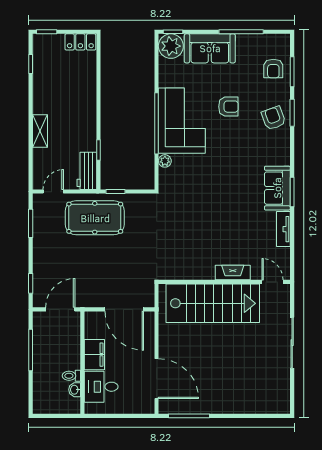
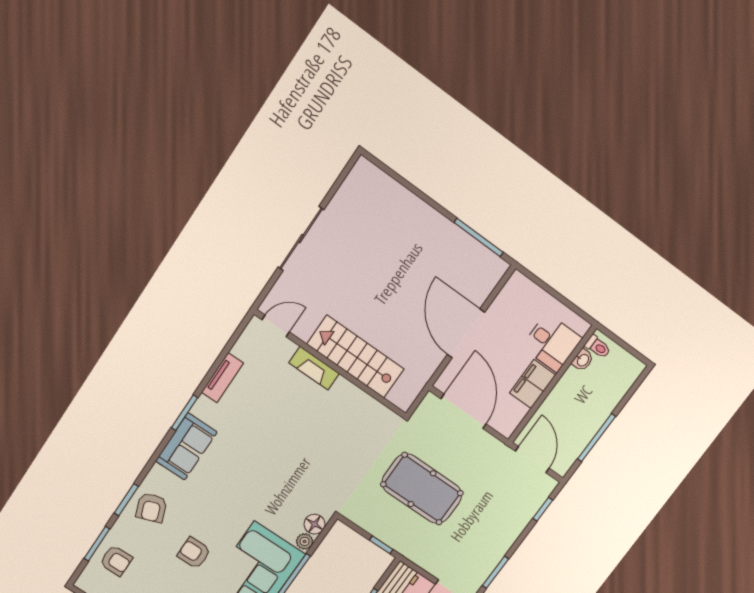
armchair: (273, 69) -> (116, 561), turned 90
floor lamp: (166, 176) -> (315, 524), added
sofa: (277, 188) -> (186, 447), moved
pool table: (95, 218) -> (422, 489), moved
door: (273, 282) -> (276, 326), swing flipped
stairs: (213, 303) -> (356, 357), width x0.73, depth x0.66
door: (60, 309) -> (532, 460), swing flipped
toilet: (71, 376) -> (598, 347), moved
door: (157, 379) -> (466, 333), moved

